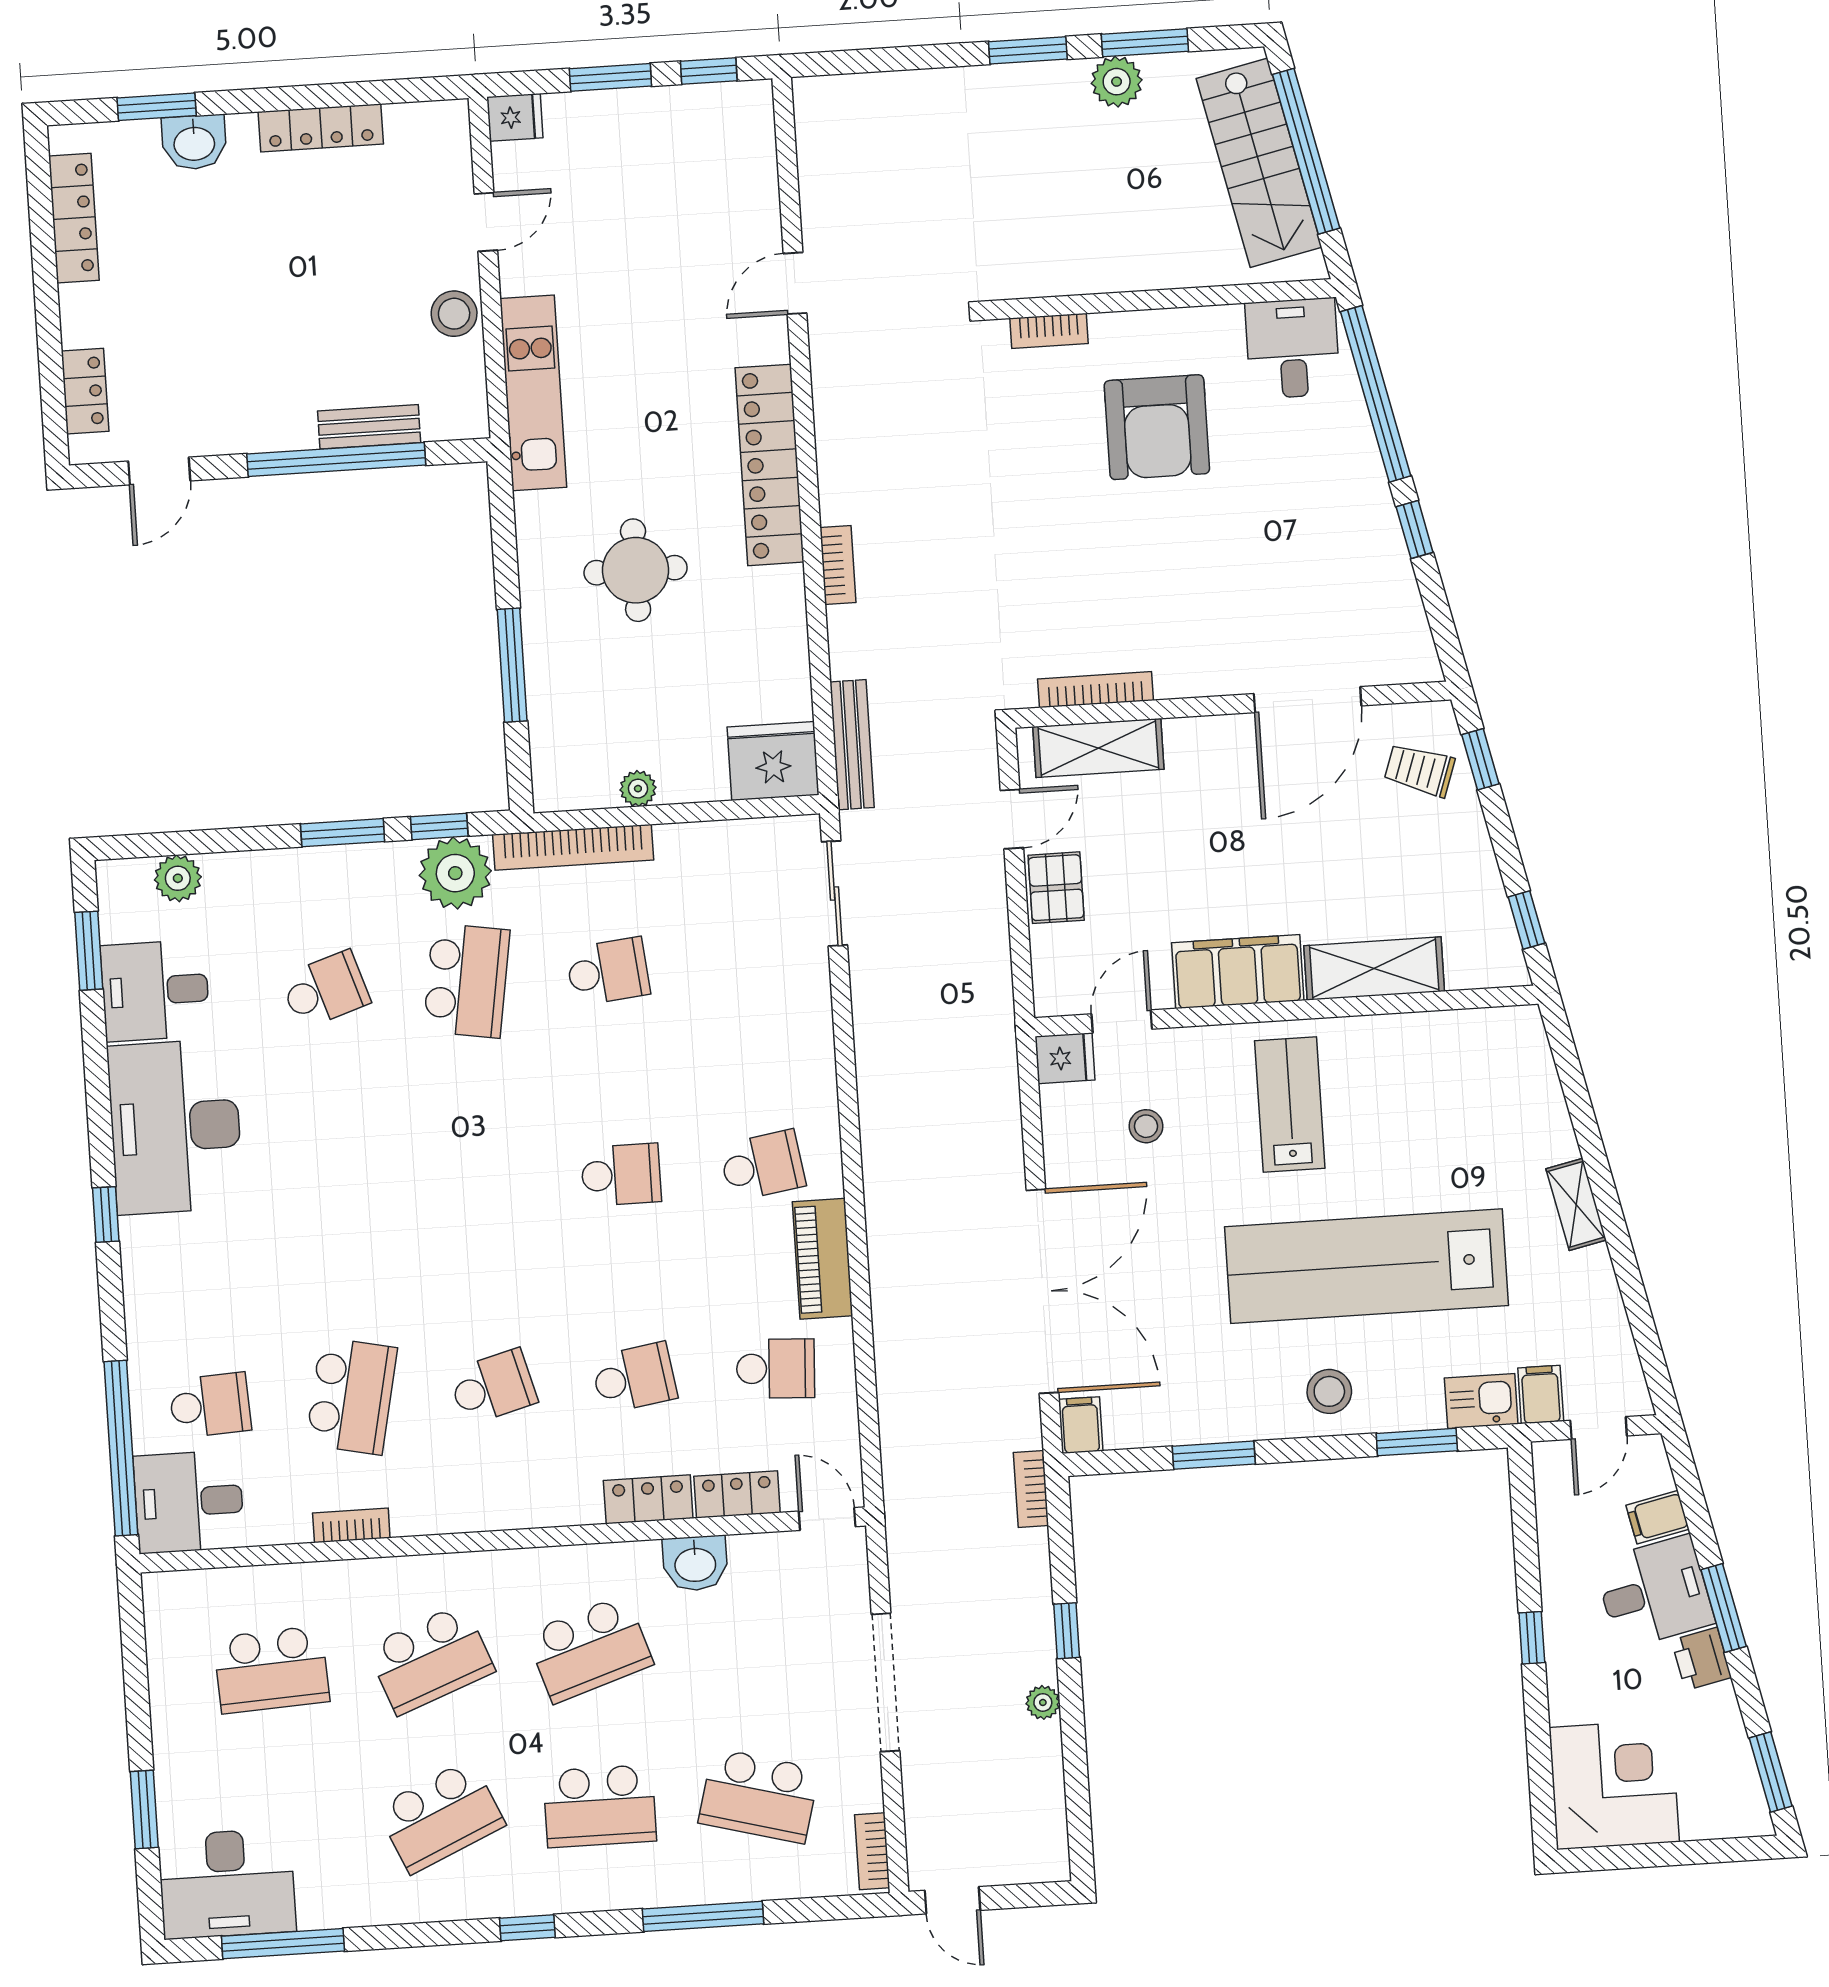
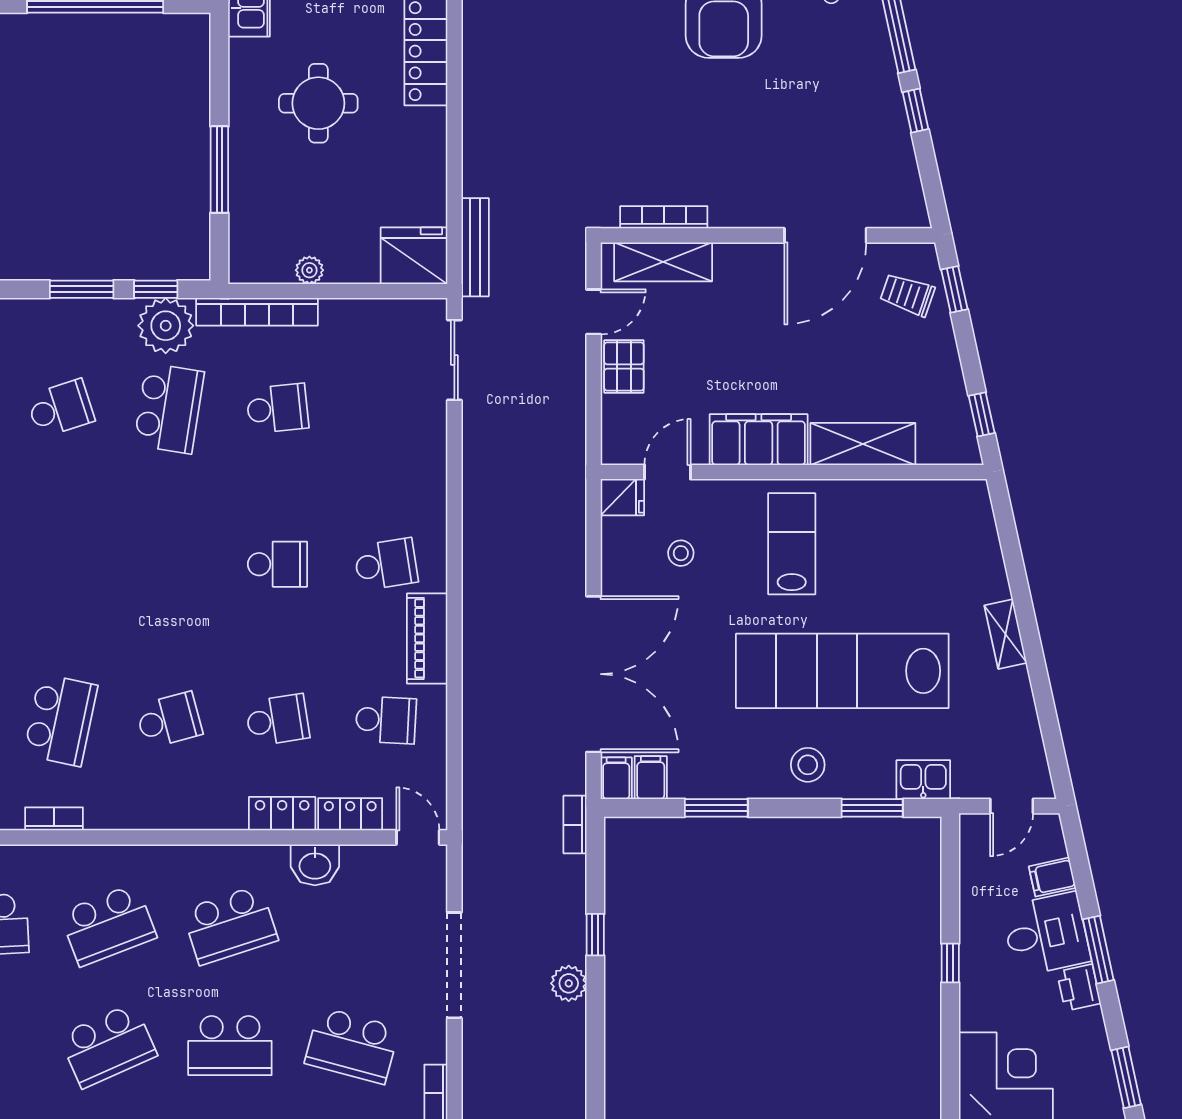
bookcase: (838, 565) -> (473, 109), removed
filing cabinet: (1541, 1395) -> (651, 778), moved
plant: (1043, 1702) -> (569, 983), width x1.38, depth x1.38

